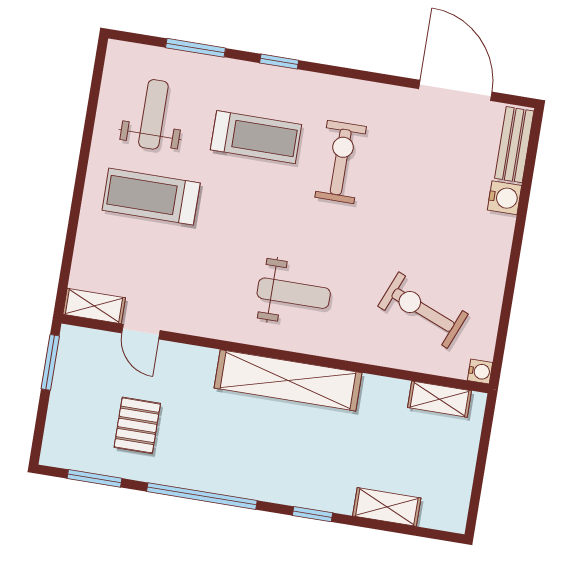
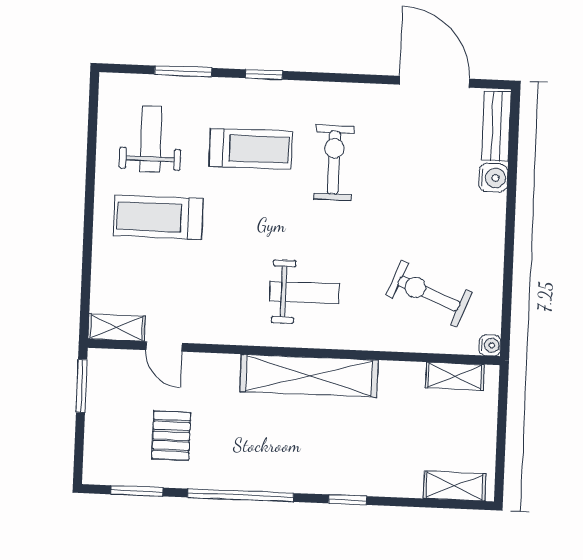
shelving: (387, 507) -> (455, 486), moved

